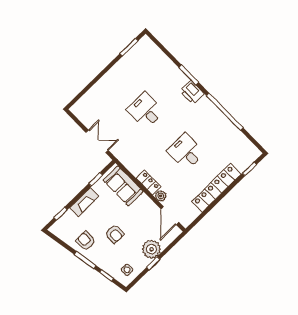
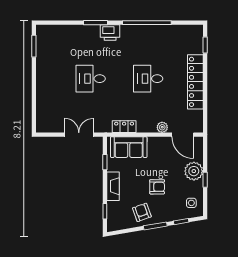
locker: (148, 182) -> (124, 127), moved
armchair: (86, 241) -> (142, 212), turned 70

